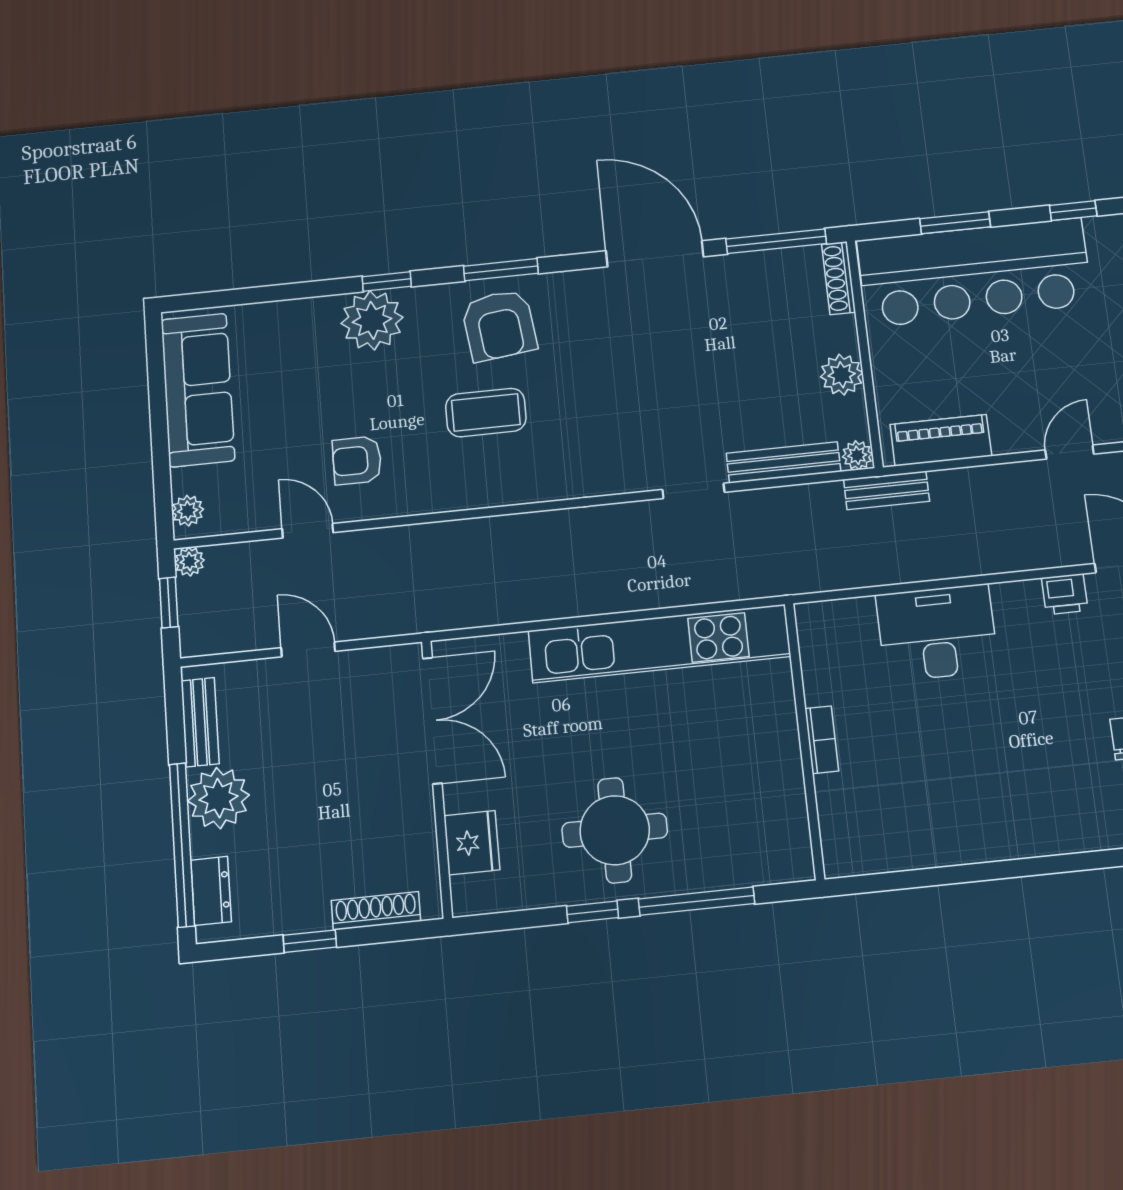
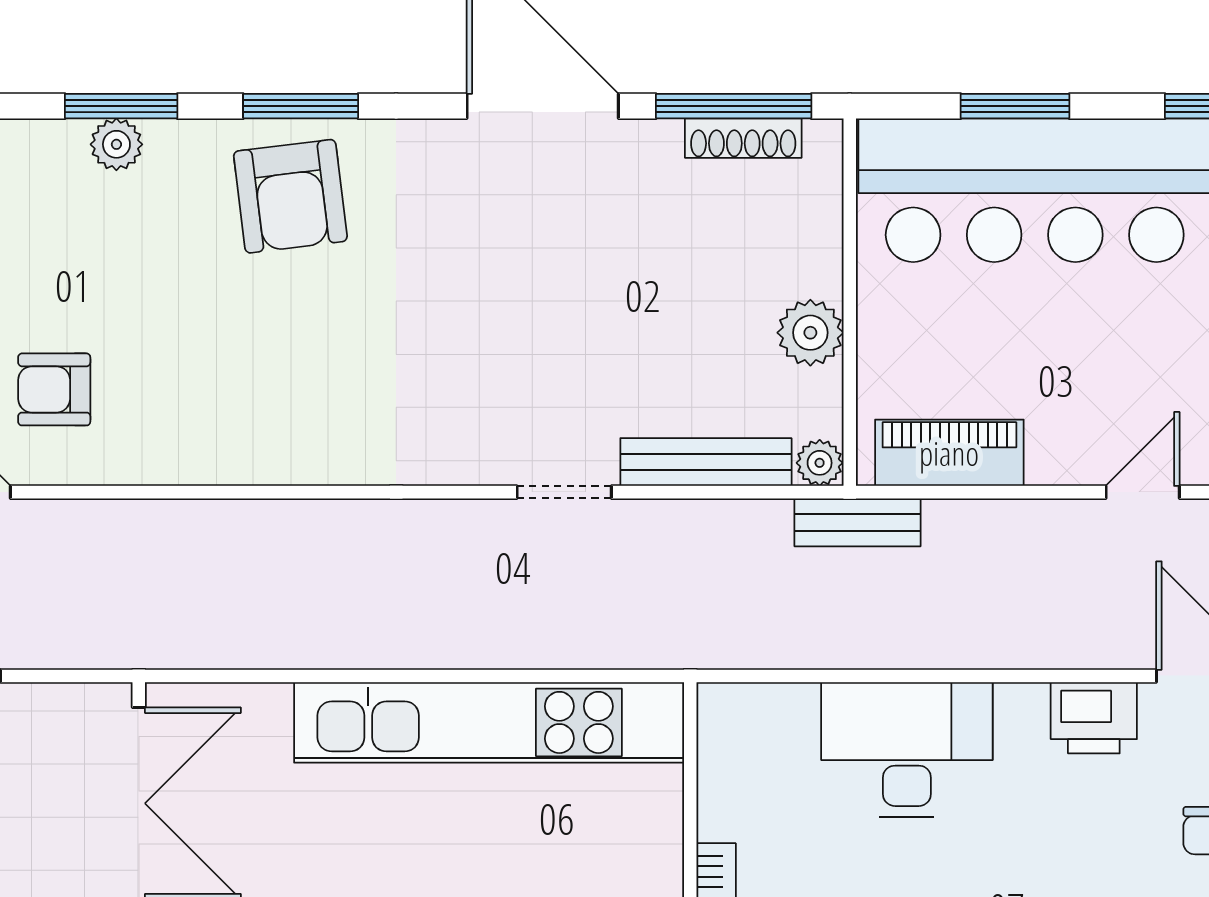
shoe rack: (839, 278) -> (743, 138), moved, turned -90
window: (387, 281) -> (121, 106), width x1.50
plant: (372, 320) -> (116, 144), width x0.53, depth x0.53
coffee table: (486, 413) -> (258, 334), removed
printer: (1065, 594) -> (1094, 718), width x1.36, depth x1.24

